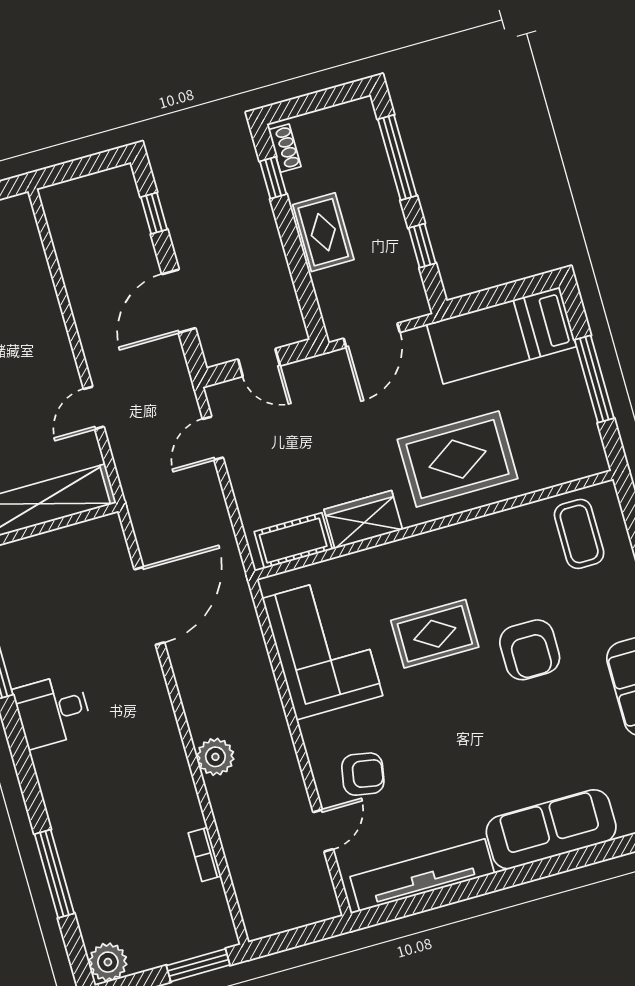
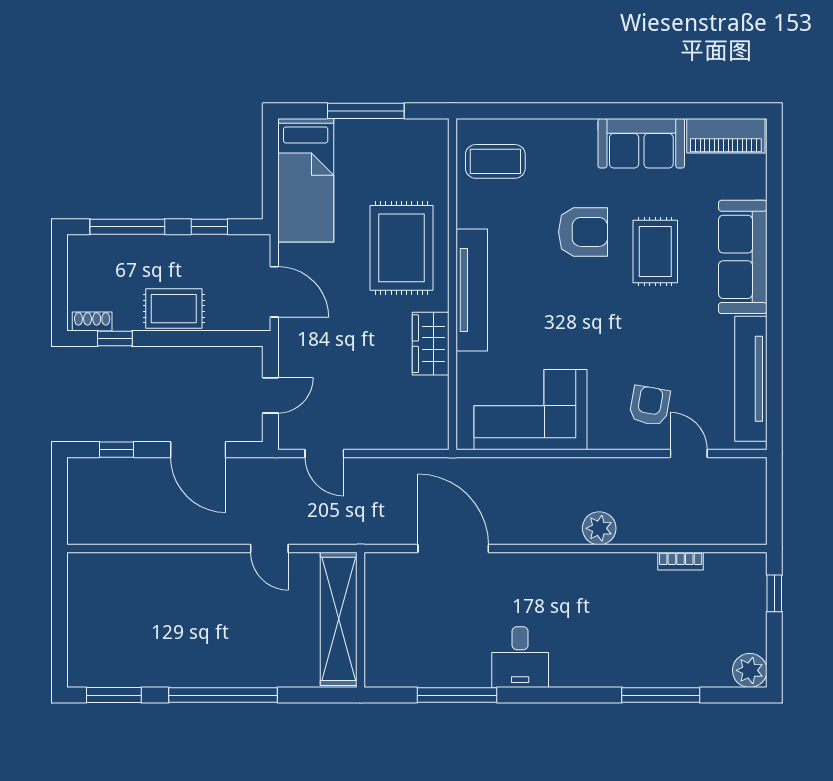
cot: (293, 541) -> (432, 409), removed
tv unit: (433, 548) -> (472, 290), added
rug: (435, 634) -> (655, 252), moved
window: (198, 965) -> (774, 593), width x0.67

